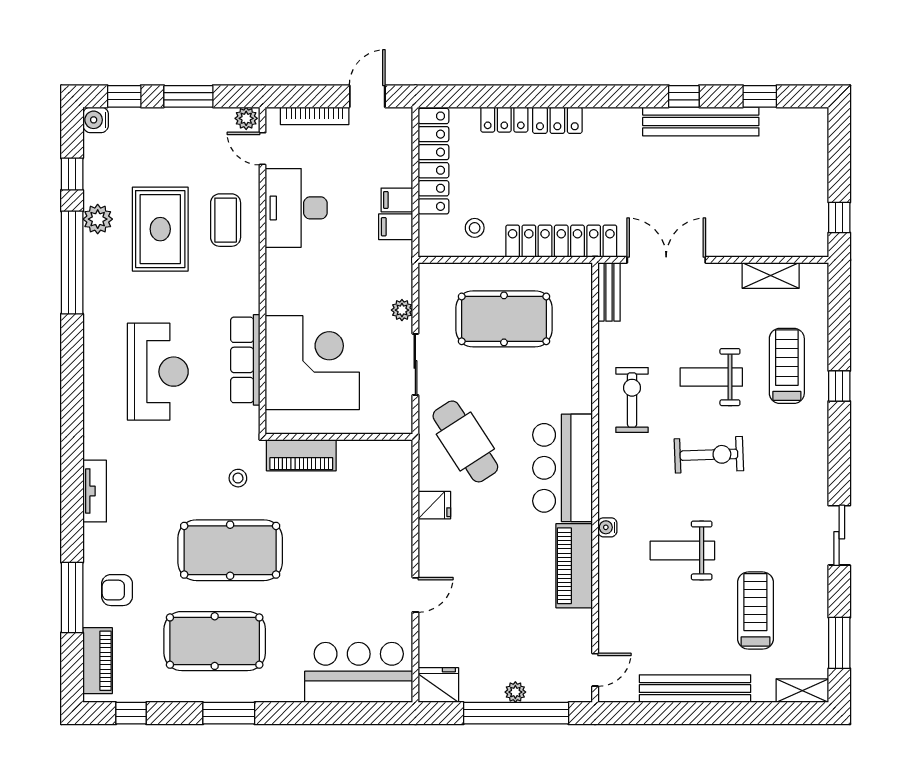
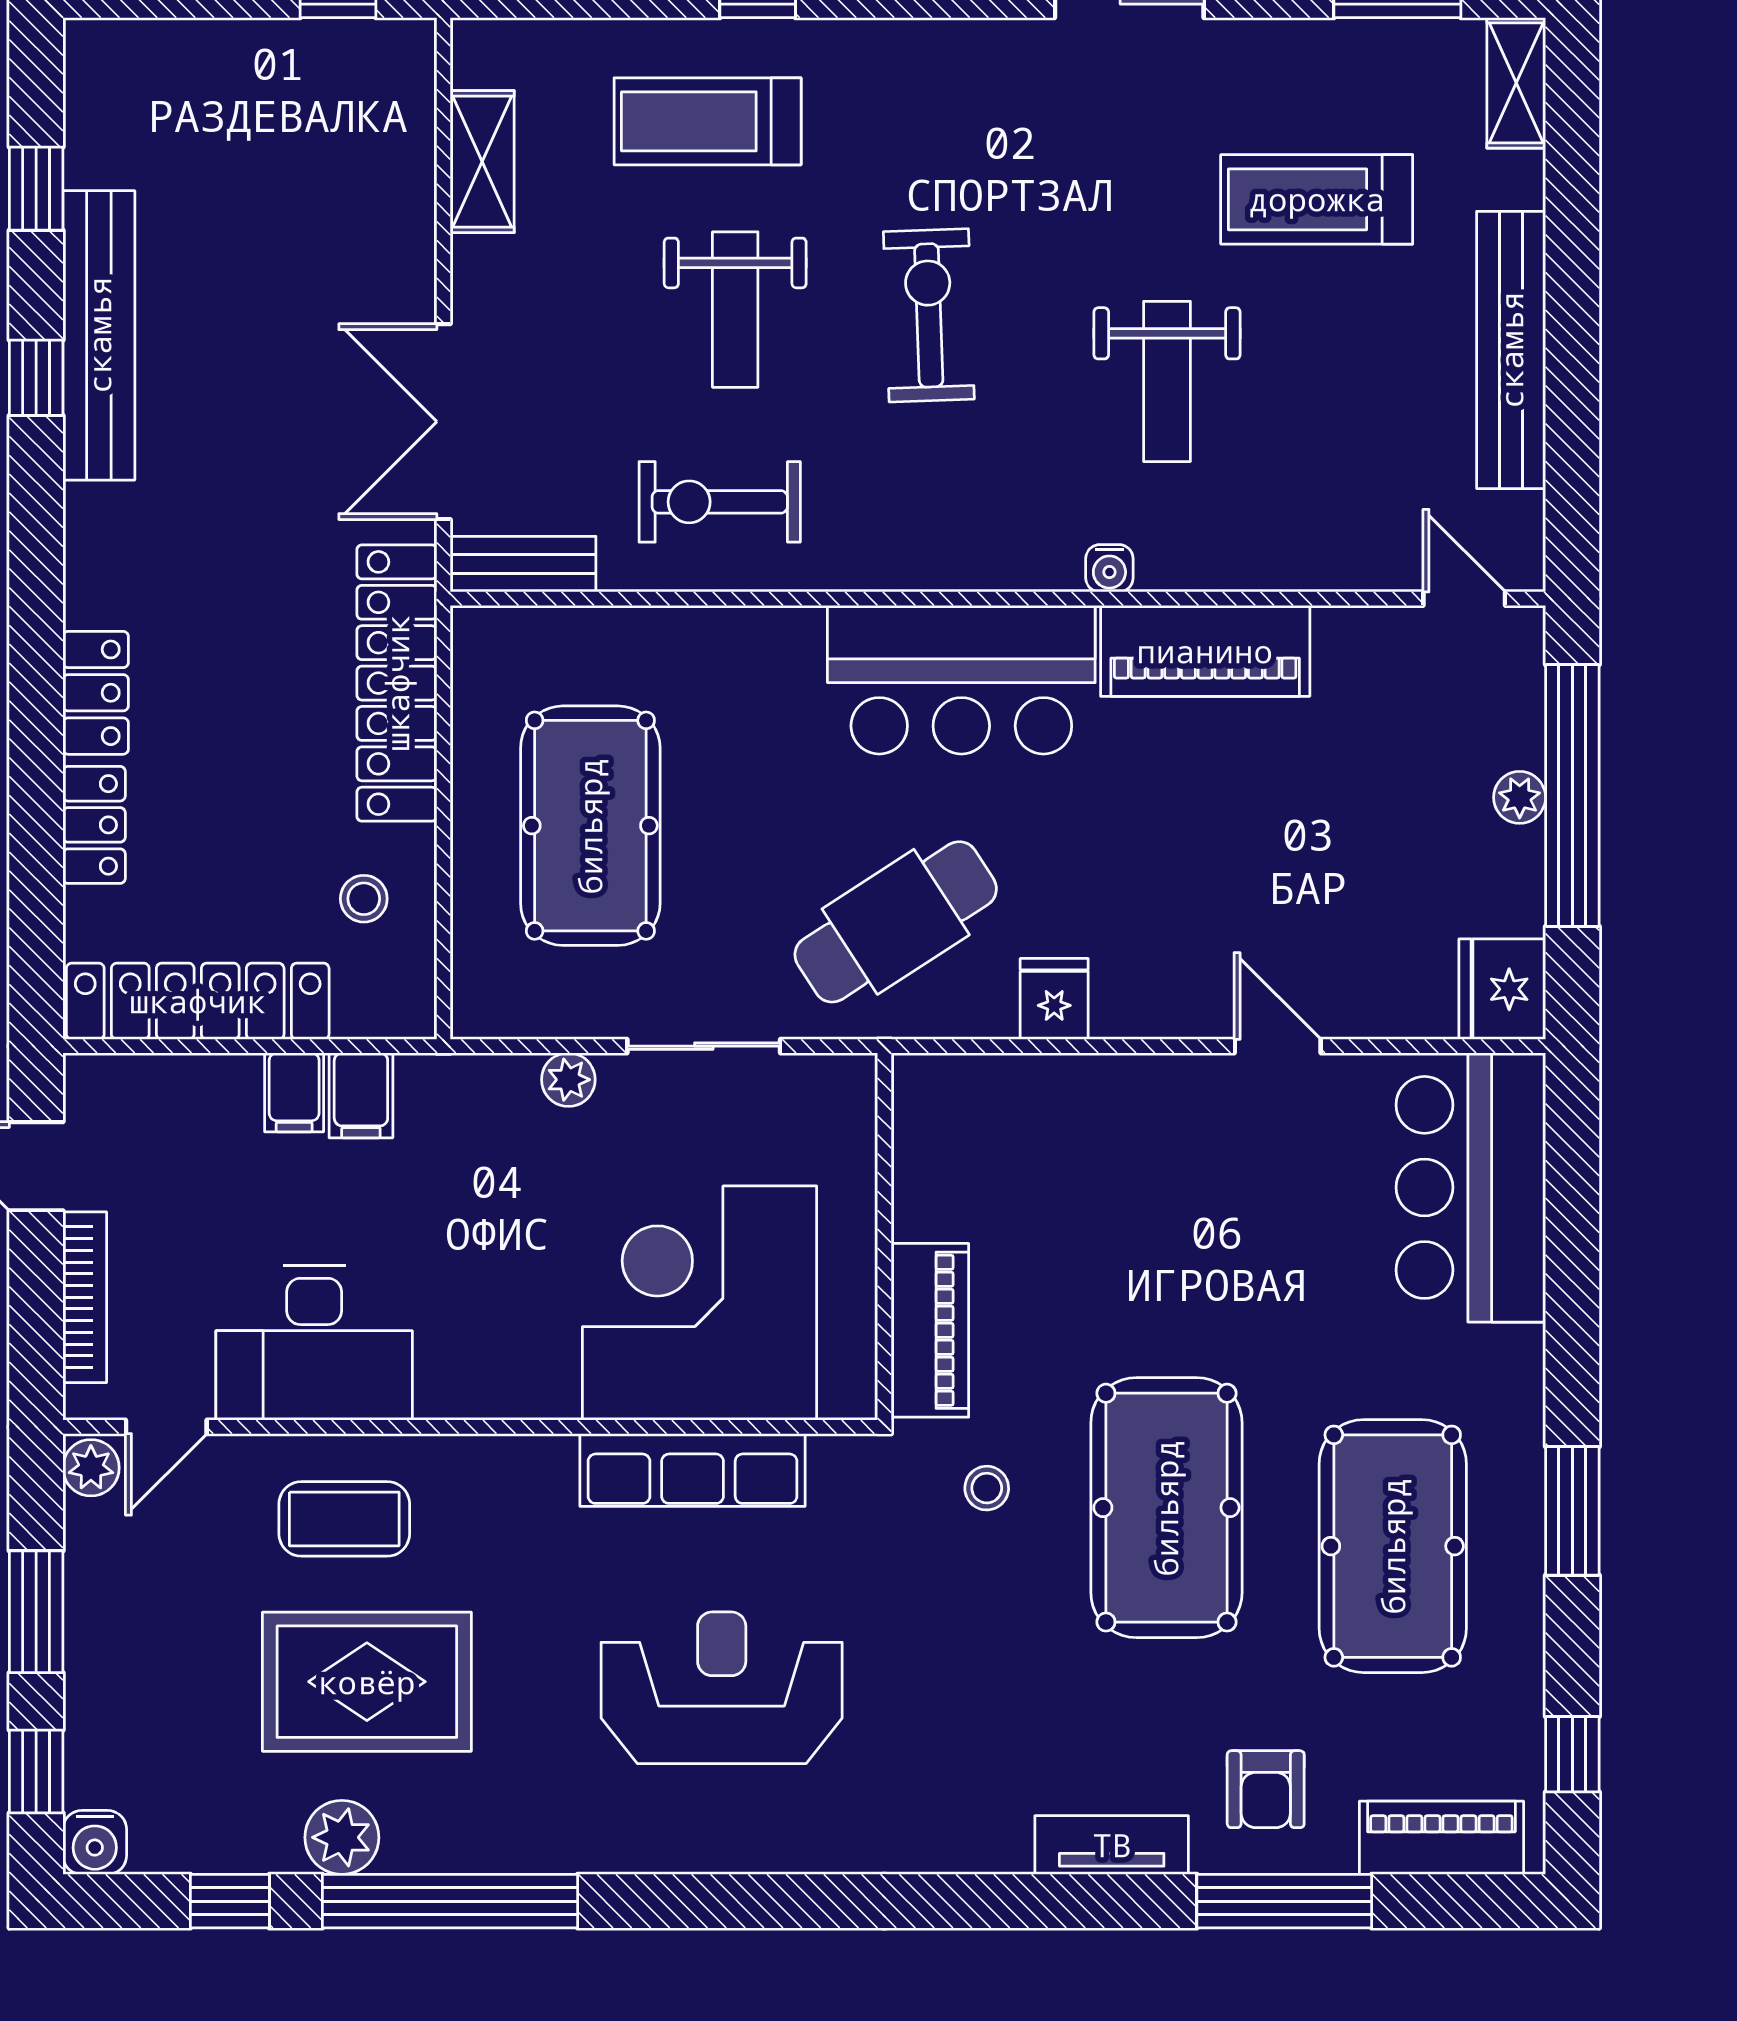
exercise bike: (632, 400) -> (720, 502), moved
tv unit: (95, 491) -> (1112, 1845), moved

